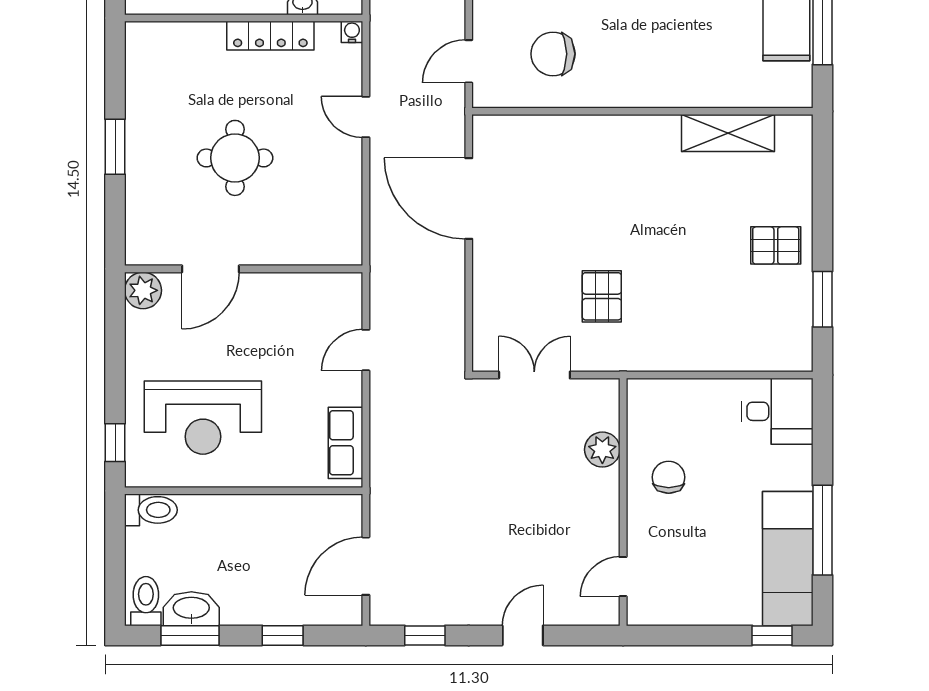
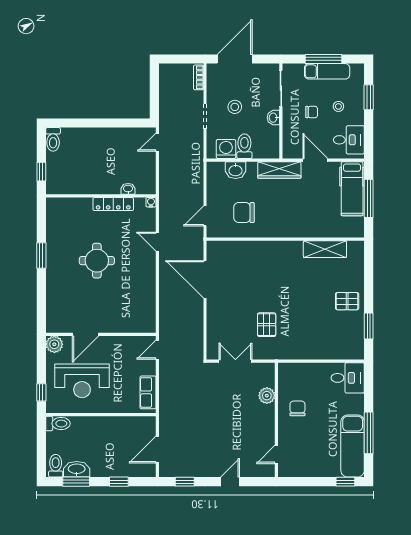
door: (211, 269) -> (86, 334), moved
wall: (244, 269) -> (101, 334), moved
plant: (143, 290) -> (54, 344), moved

